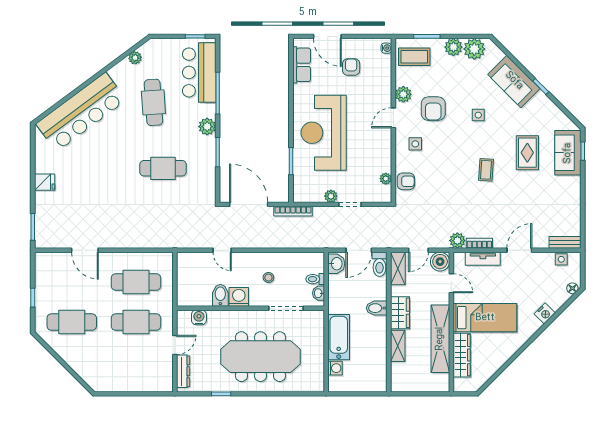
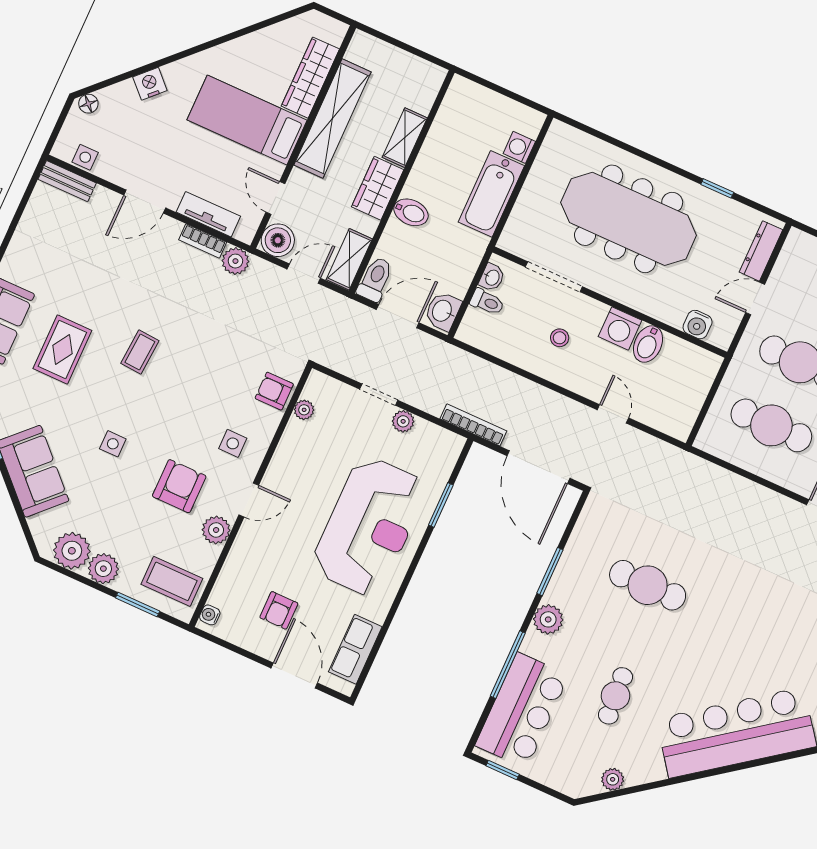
cafe table: (153, 102) -> (615, 696), width x0.73, depth x0.74

